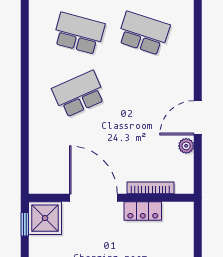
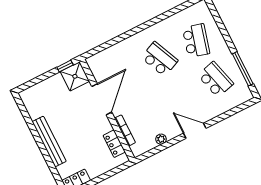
school desk: (144, 33) -> (216, 79), turned -33
door: (198, 118) -> (195, 131), moved
locker: (143, 211) -> (114, 144), moved

